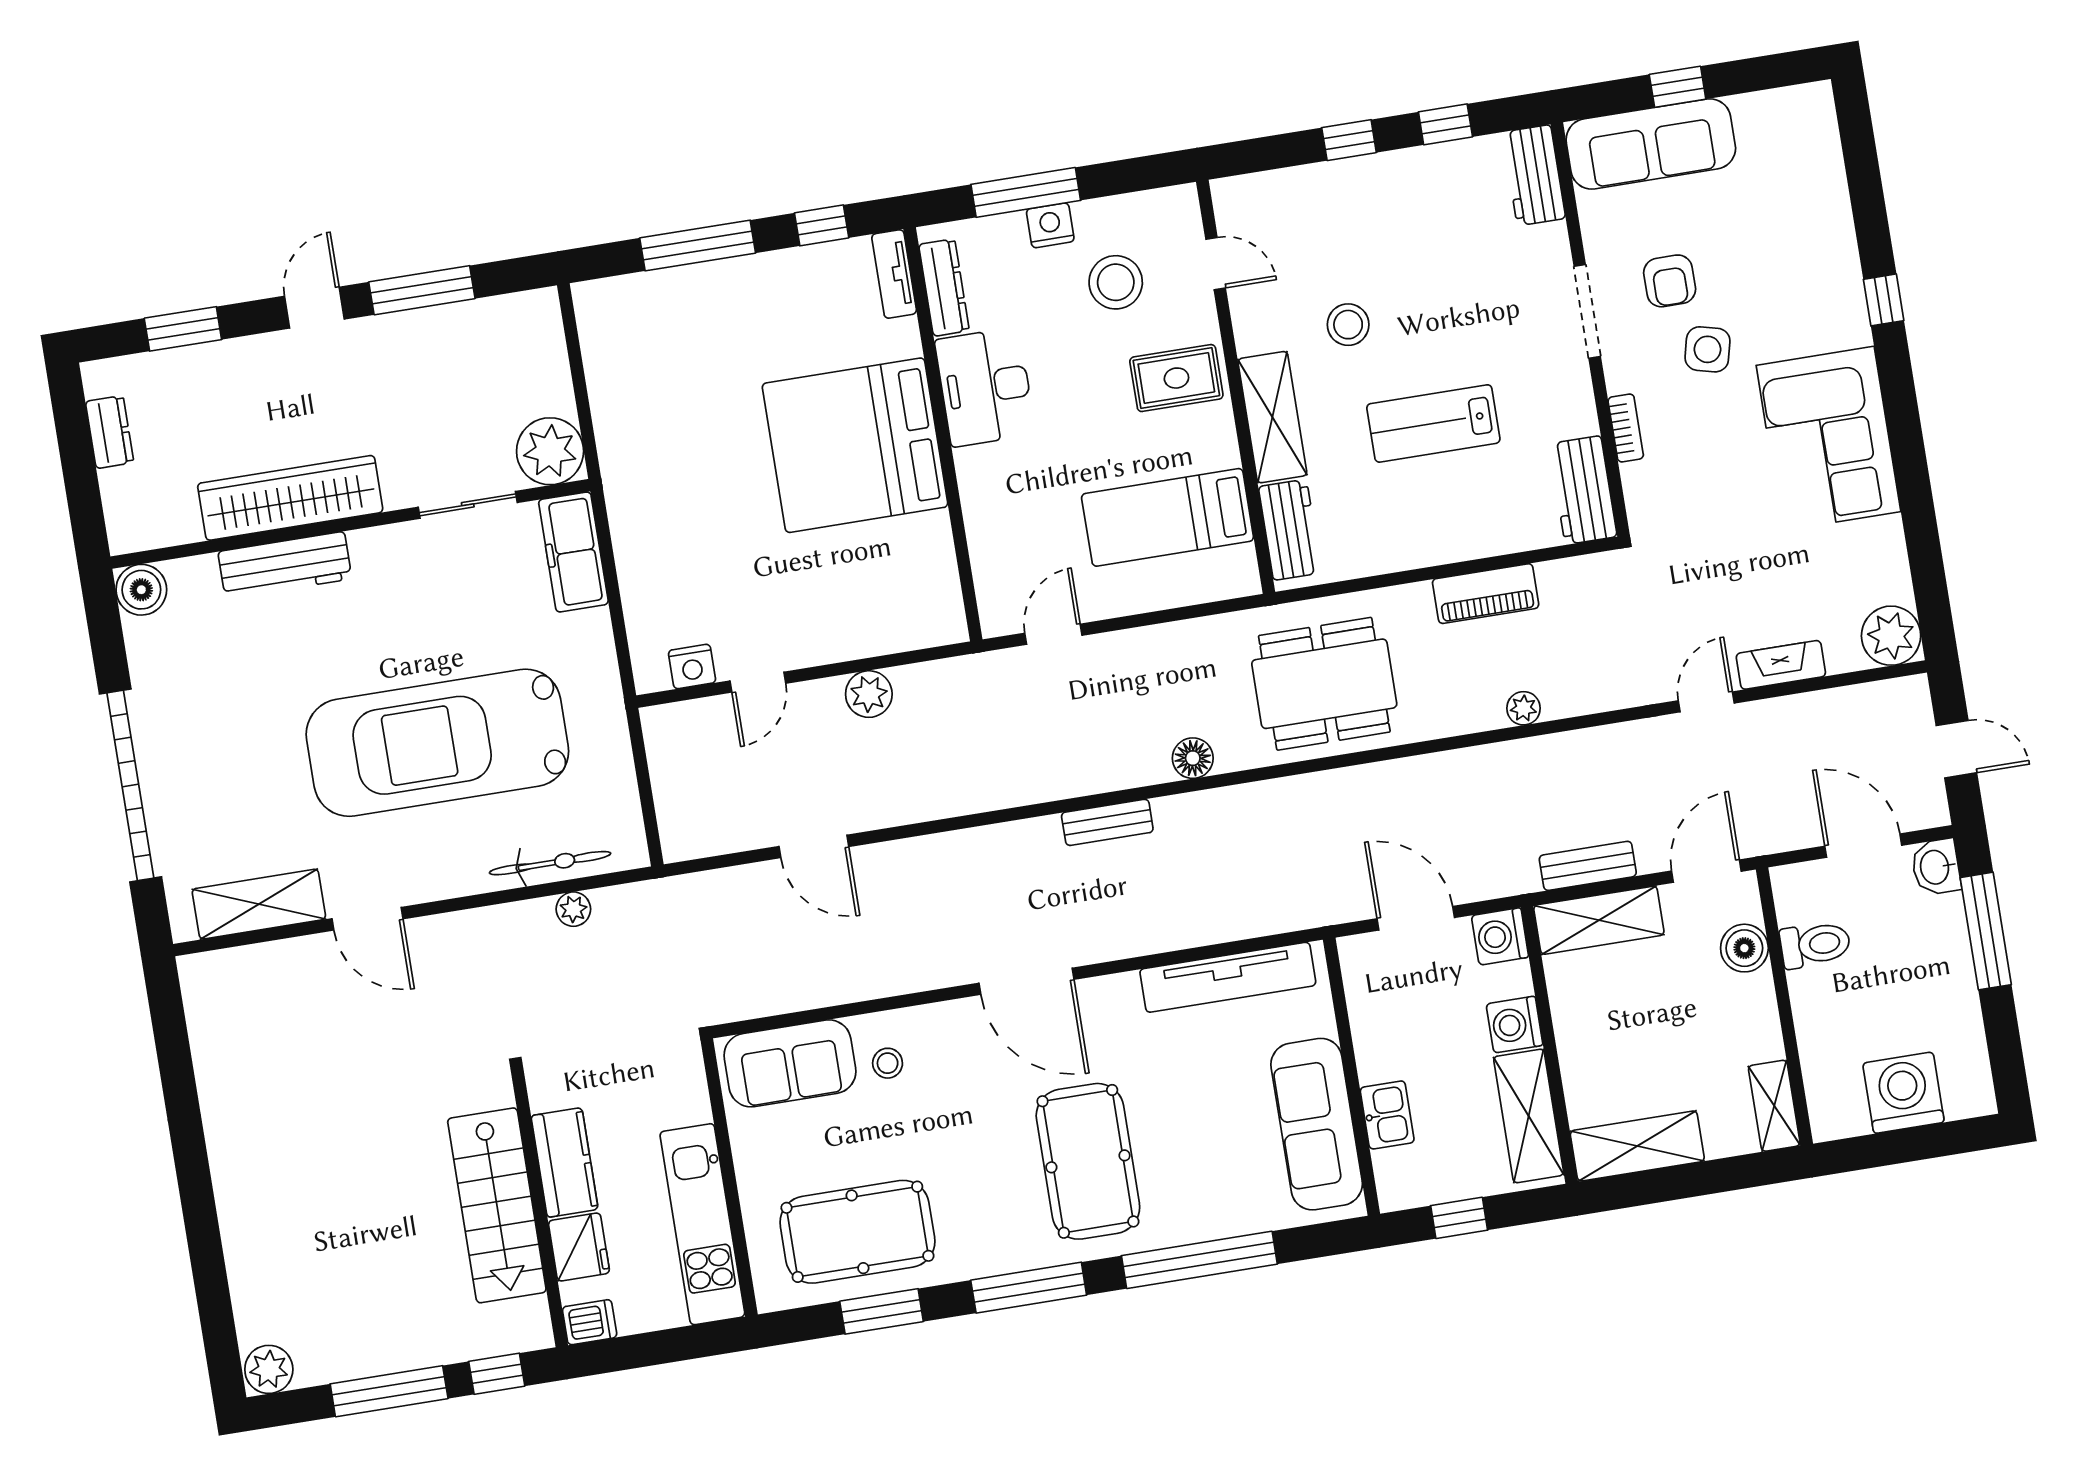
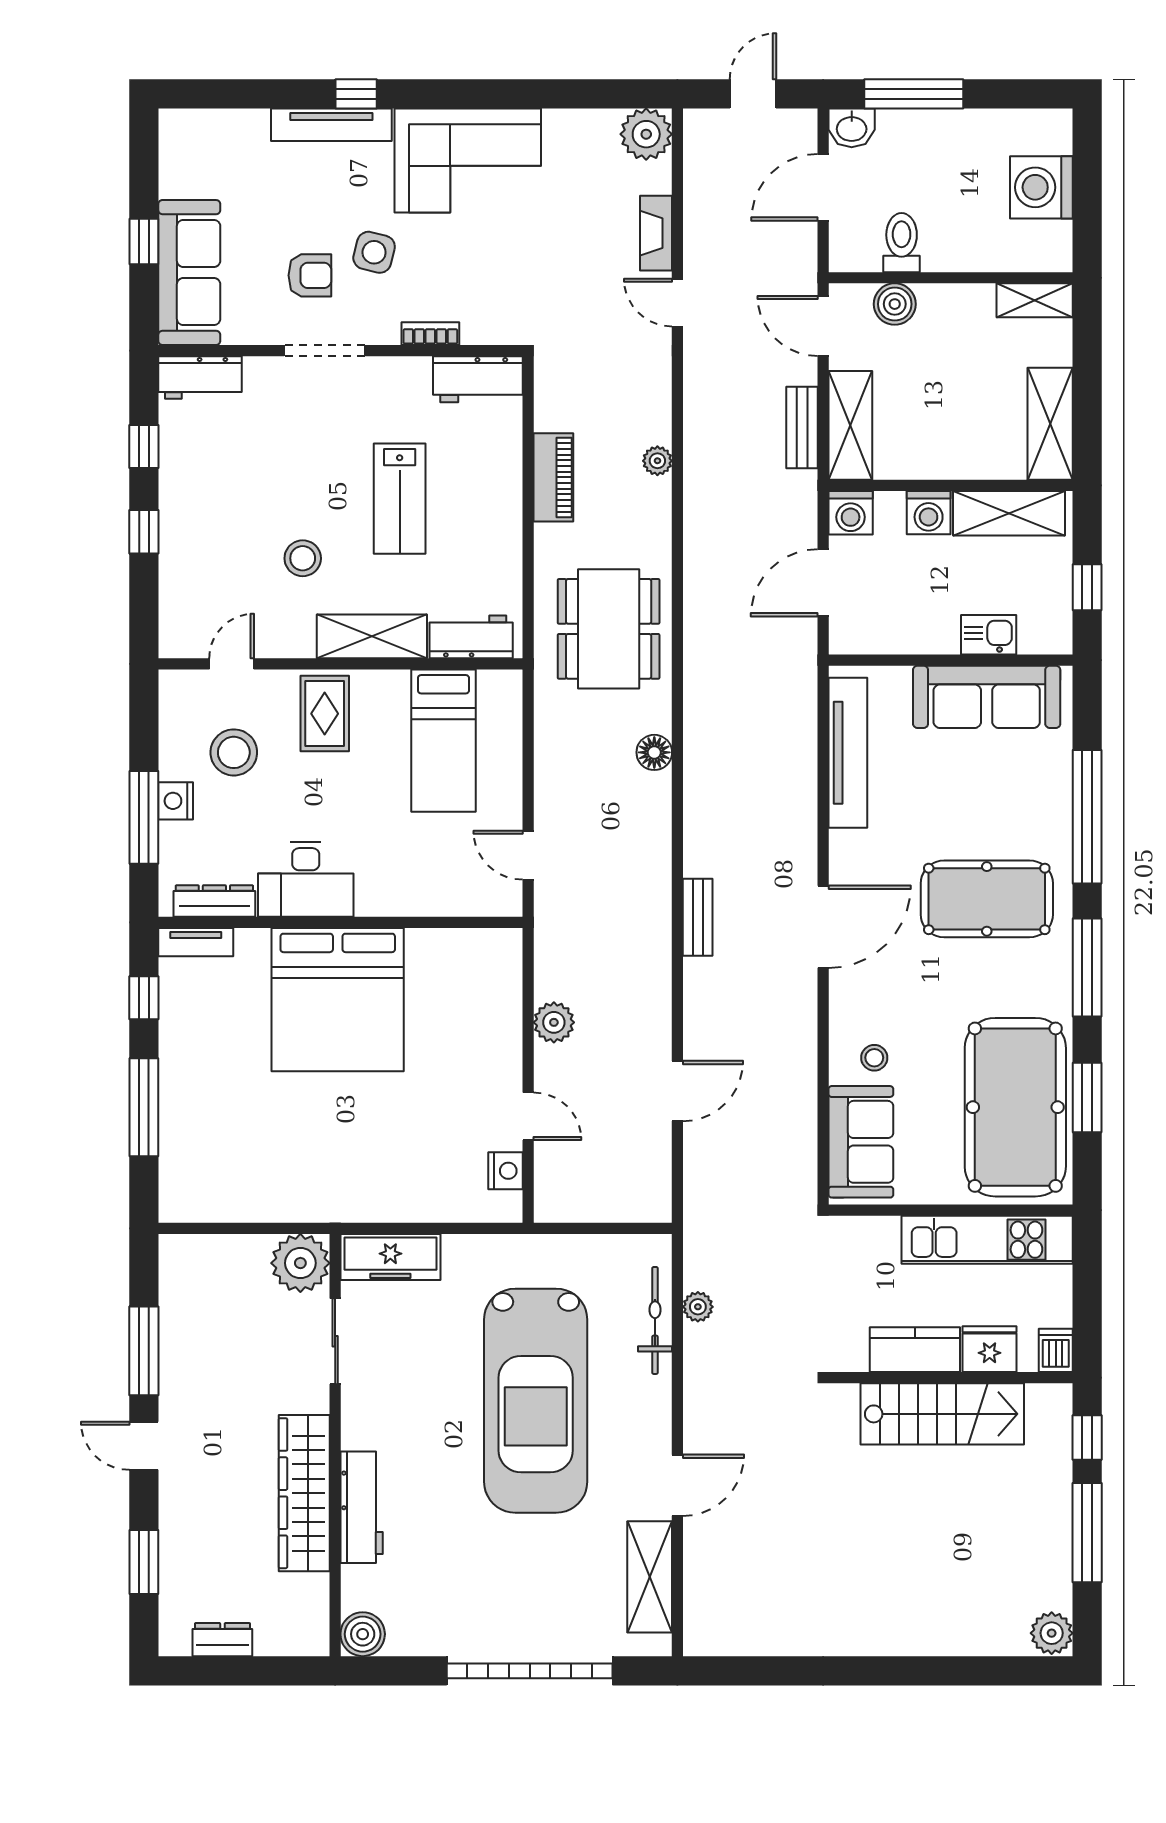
tv unit: (1844, 278) -> (331, 125), added
bench: (1107, 822) -> (698, 917), moved
pool table: (857, 1232) -> (1015, 1107), width x1.36, depth x1.32

